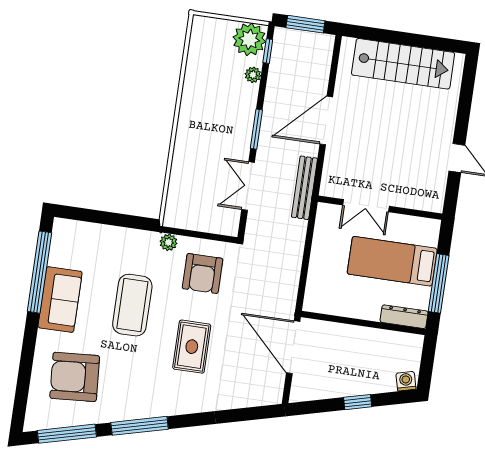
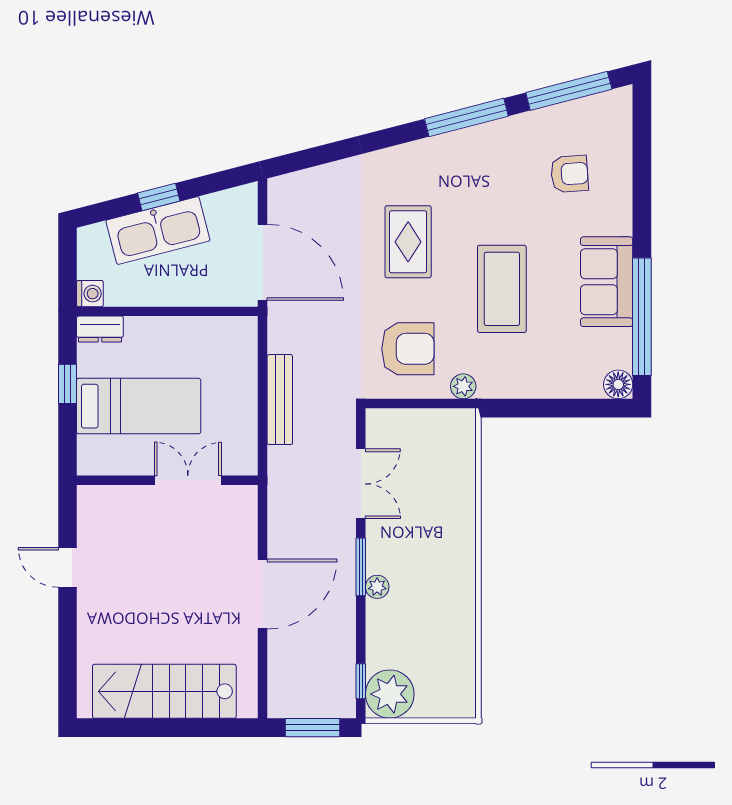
plant: (253, 75) -> (377, 587), moved
bench: (304, 188) -> (280, 400), moved
floor lamp: (62, 228) -> (618, 384), added
armchair: (203, 274) -> (408, 349), turned 90
window: (439, 283) -> (68, 384), width x0.46
dresser: (404, 317) -> (100, 329), width x0.70
armchair: (75, 377) -> (569, 174), width x0.53, depth x0.53
kitchen sink: (362, 379) -> (158, 231), added
washing machine: (406, 381) -> (90, 294), moved, turned -75

